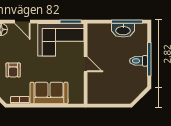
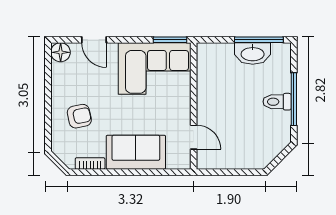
door: (86, 64) -> (194, 137), moved
armchair: (13, 70) -> (79, 116), turned -102

